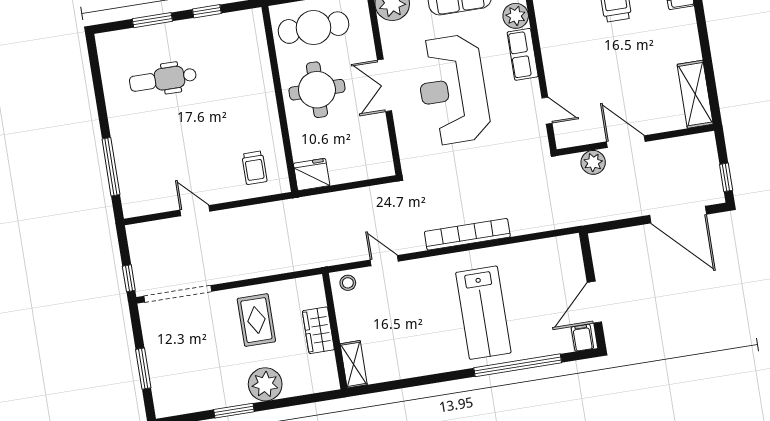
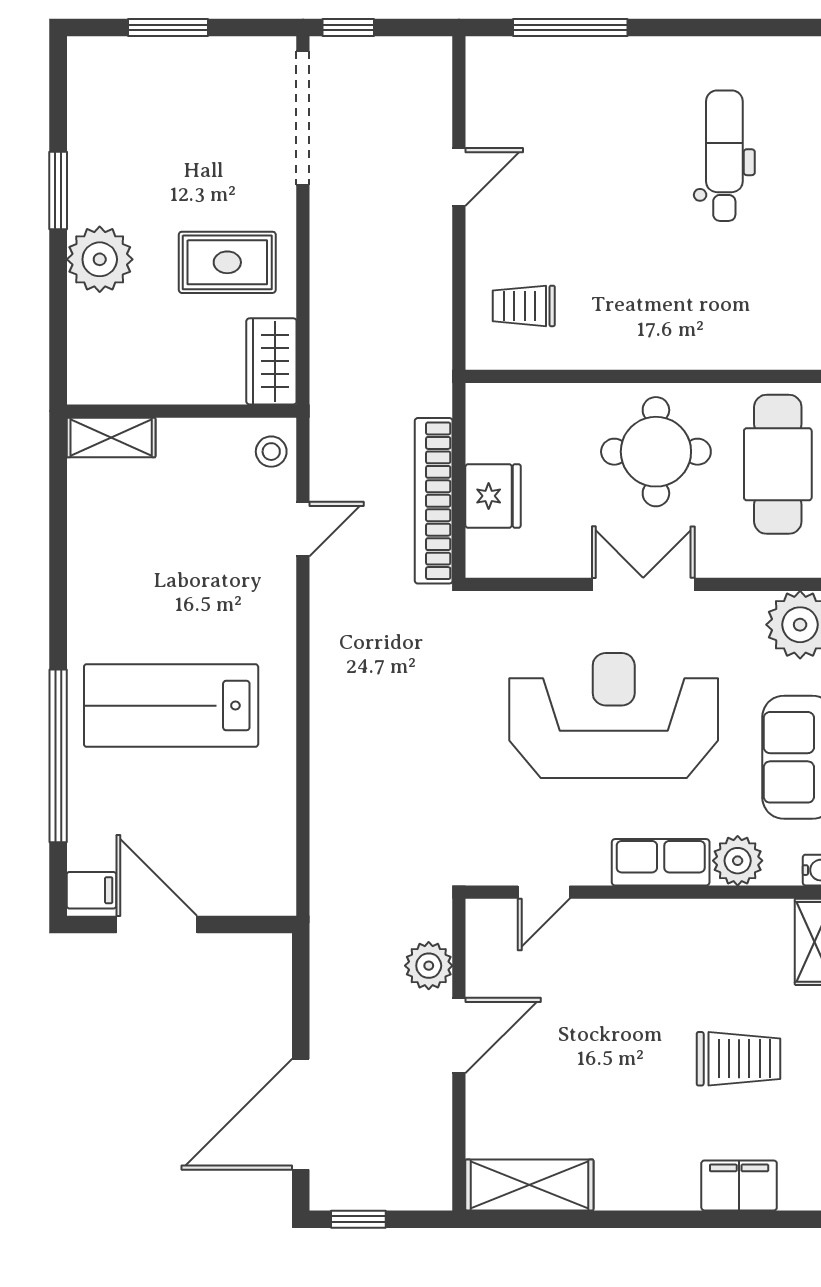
fridge: (312, 174) -> (493, 496), moved
bookcase: (467, 234) -> (434, 501), moved, turned 180
wardrobe: (318, 330) -> (271, 361), moved, turned -90

